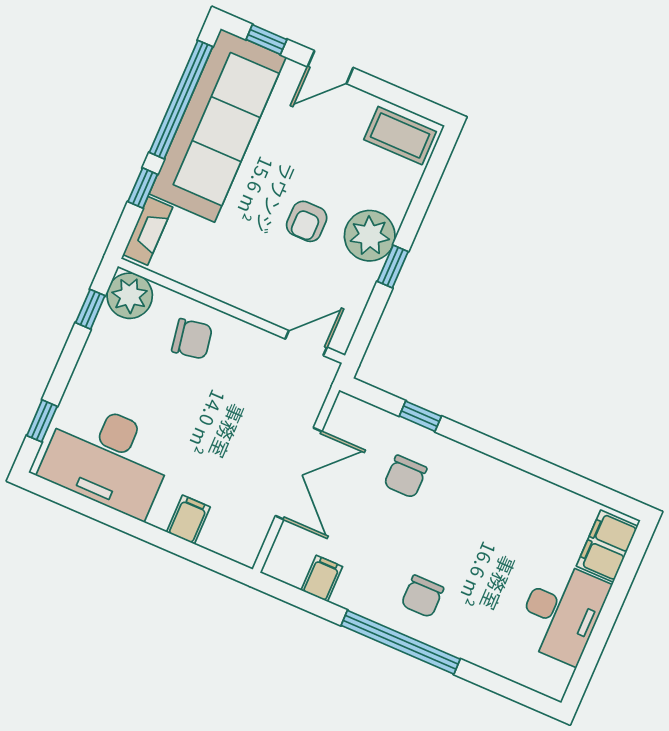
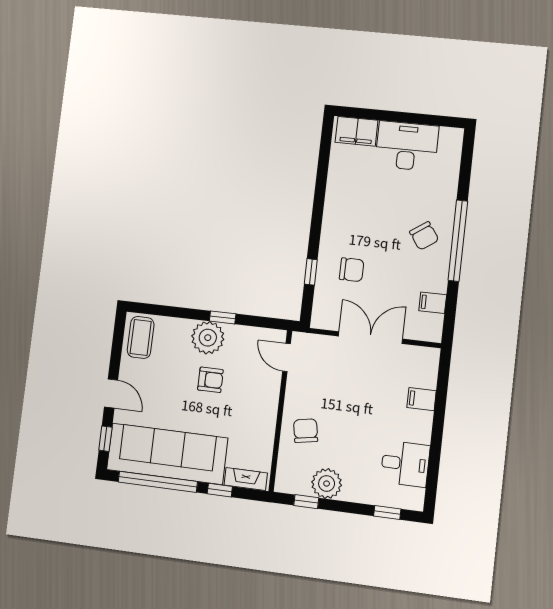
plant: (130, 296) -> (327, 484), moved
desk: (107, 458) -> (405, 464), width x0.53, depth x0.77
chair: (422, 596) -> (424, 236), turned 55

